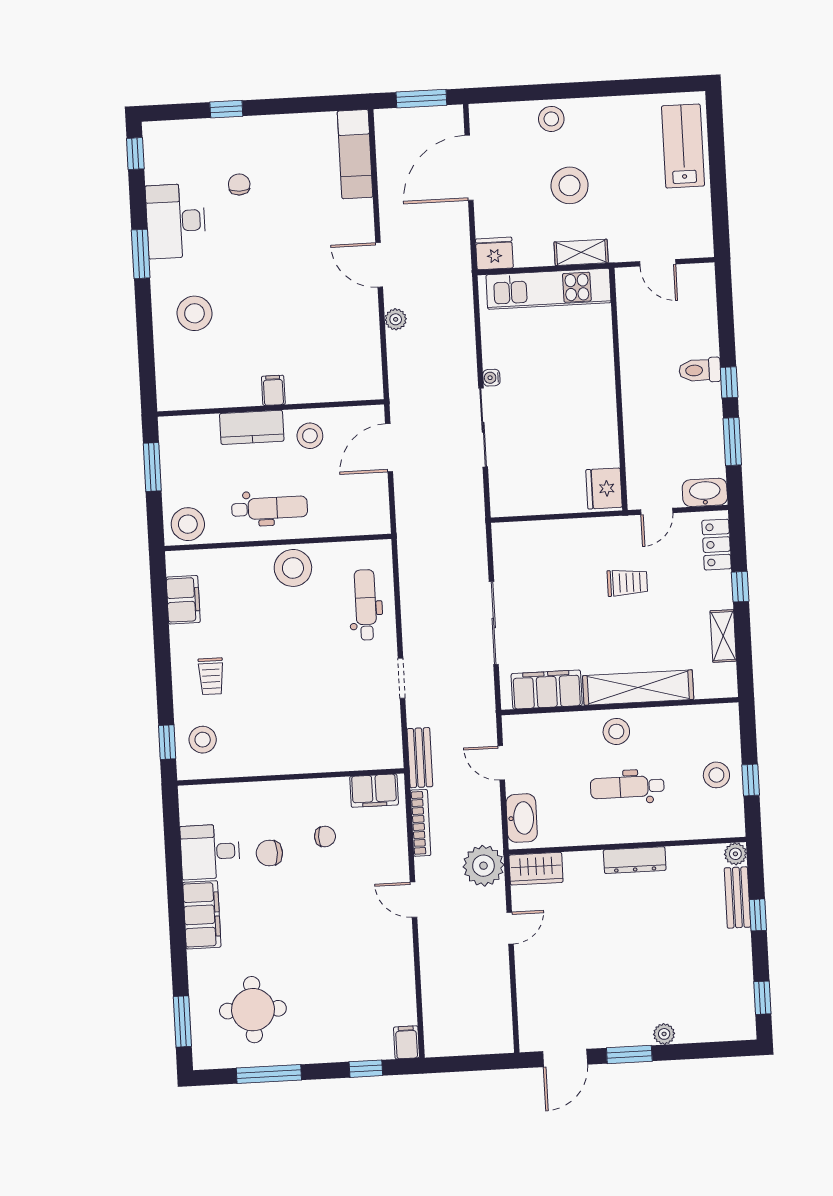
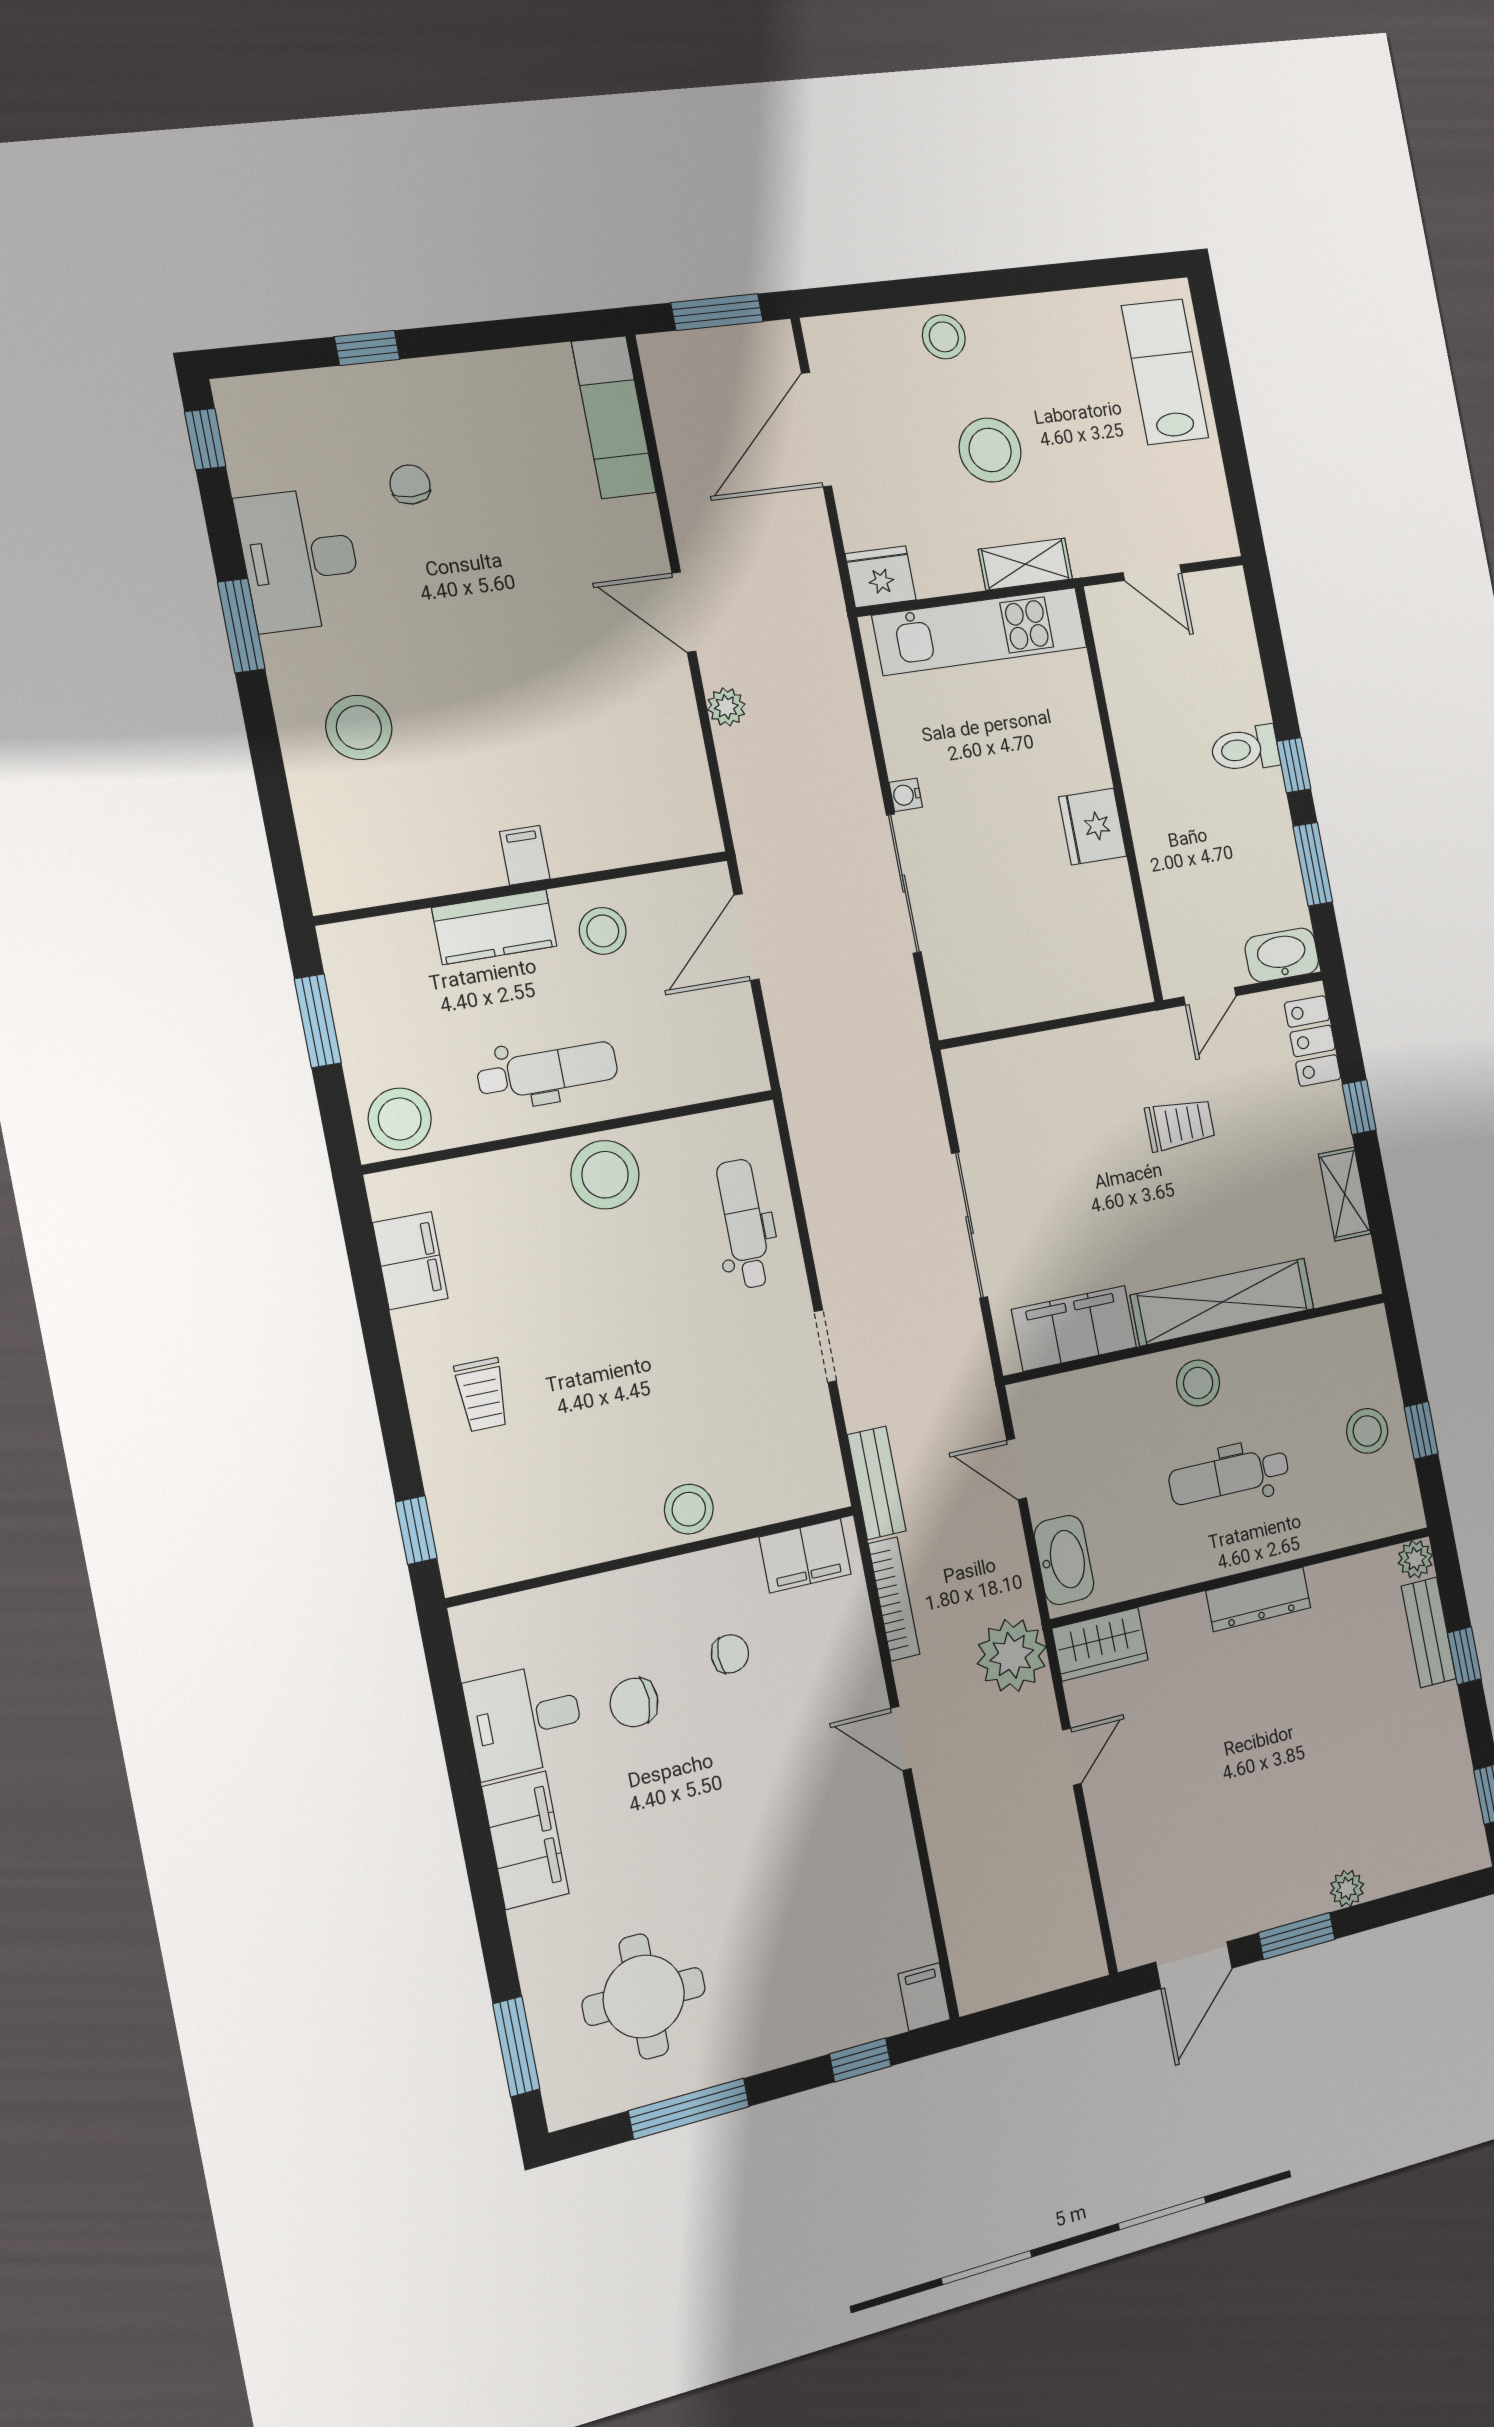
fridge: (604, 488) -> (1093, 827), moved
stool: (203, 740) -> (689, 1509), moved

